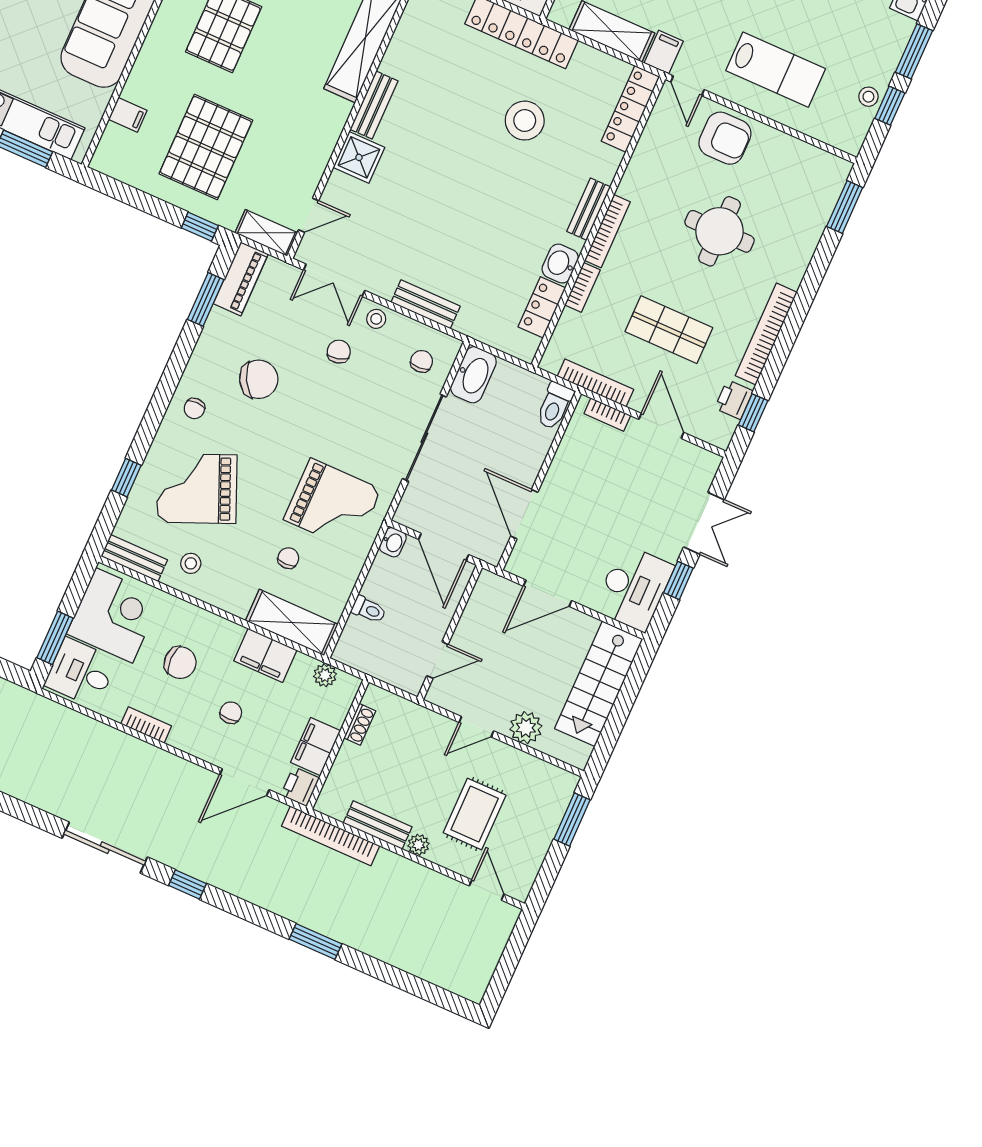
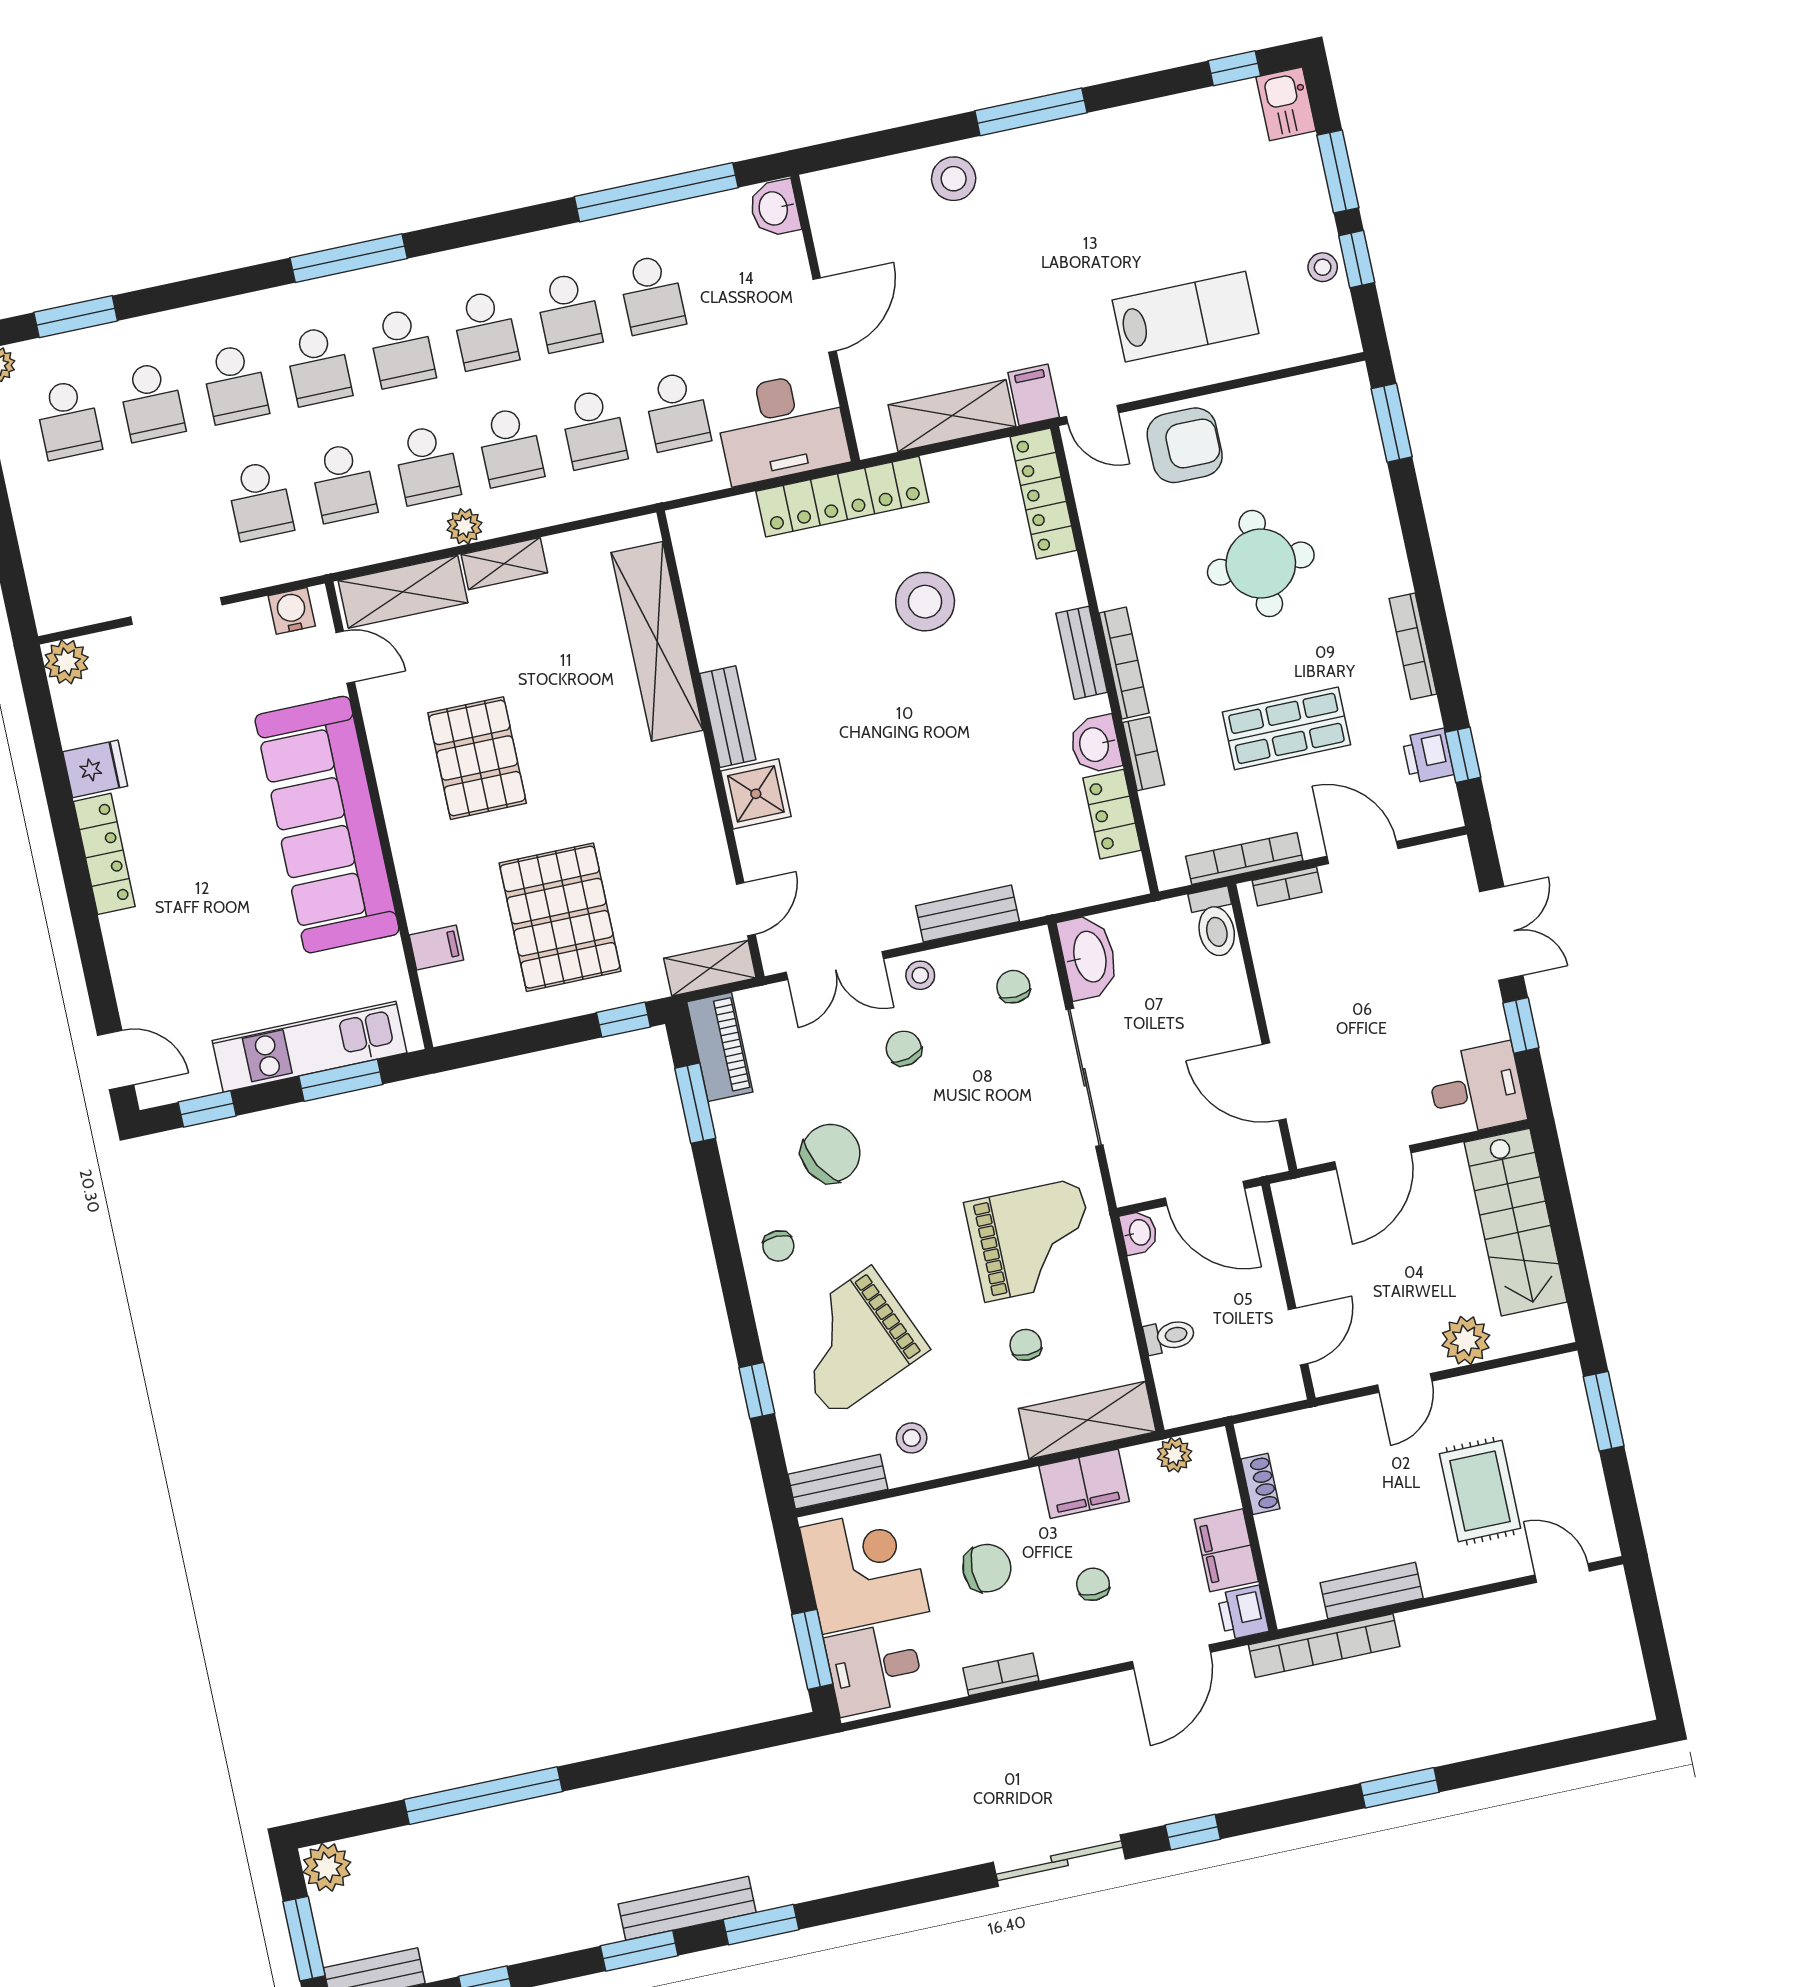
bookcase: (766, 334) -> (1413, 646), width x0.68, depth x0.76
desk: (634, 588) -> (1476, 1089), width x0.73
plant: (418, 845) -> (1439, 1578), removed

